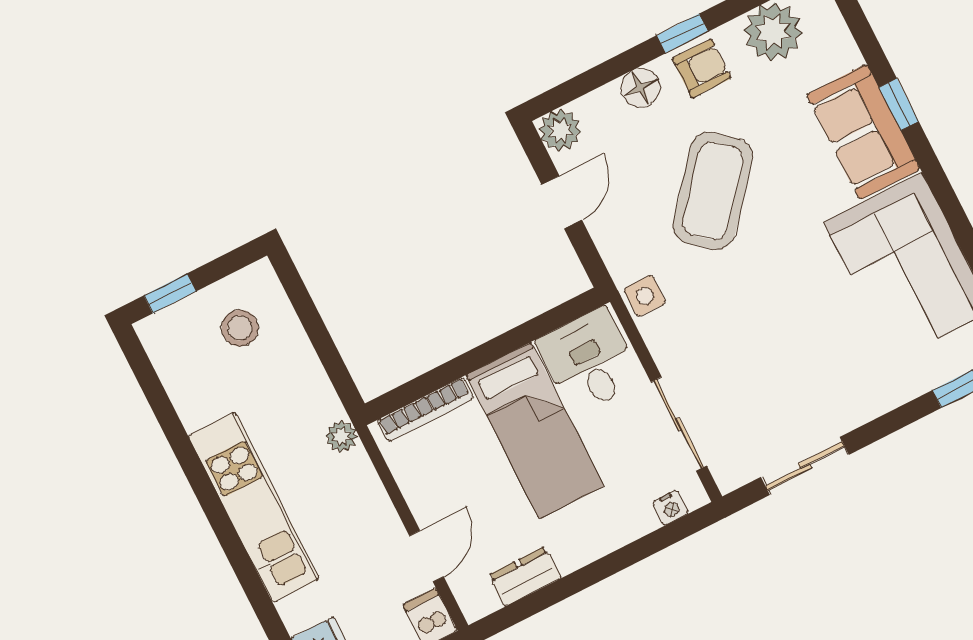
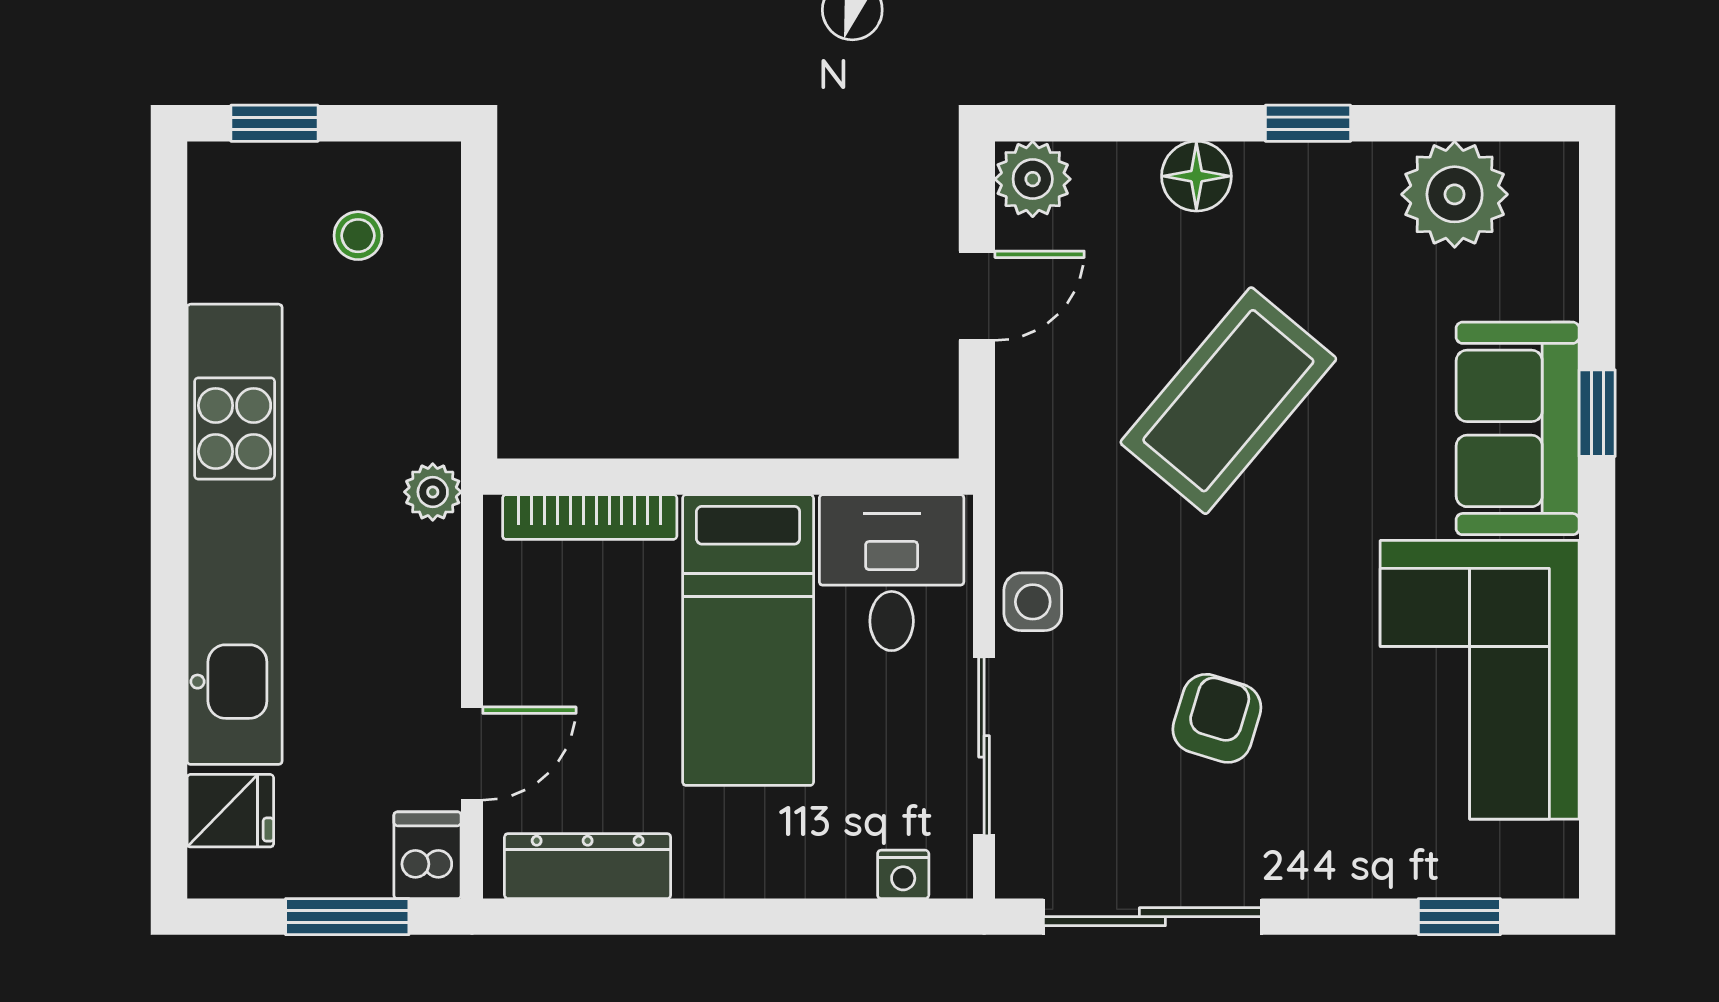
armchair: (702, 68) -> (1217, 718), moved, turned -73
side table: (645, 296) -> (1033, 602), moved
stool: (240, 328) -> (358, 236), width x0.73, depth x0.73
sliding door: (805, 466) -> (1152, 917), width x1.37
kitchen unit: (254, 507) -> (235, 534), width x1.36
dresser: (525, 577) -> (588, 866), width x1.44

